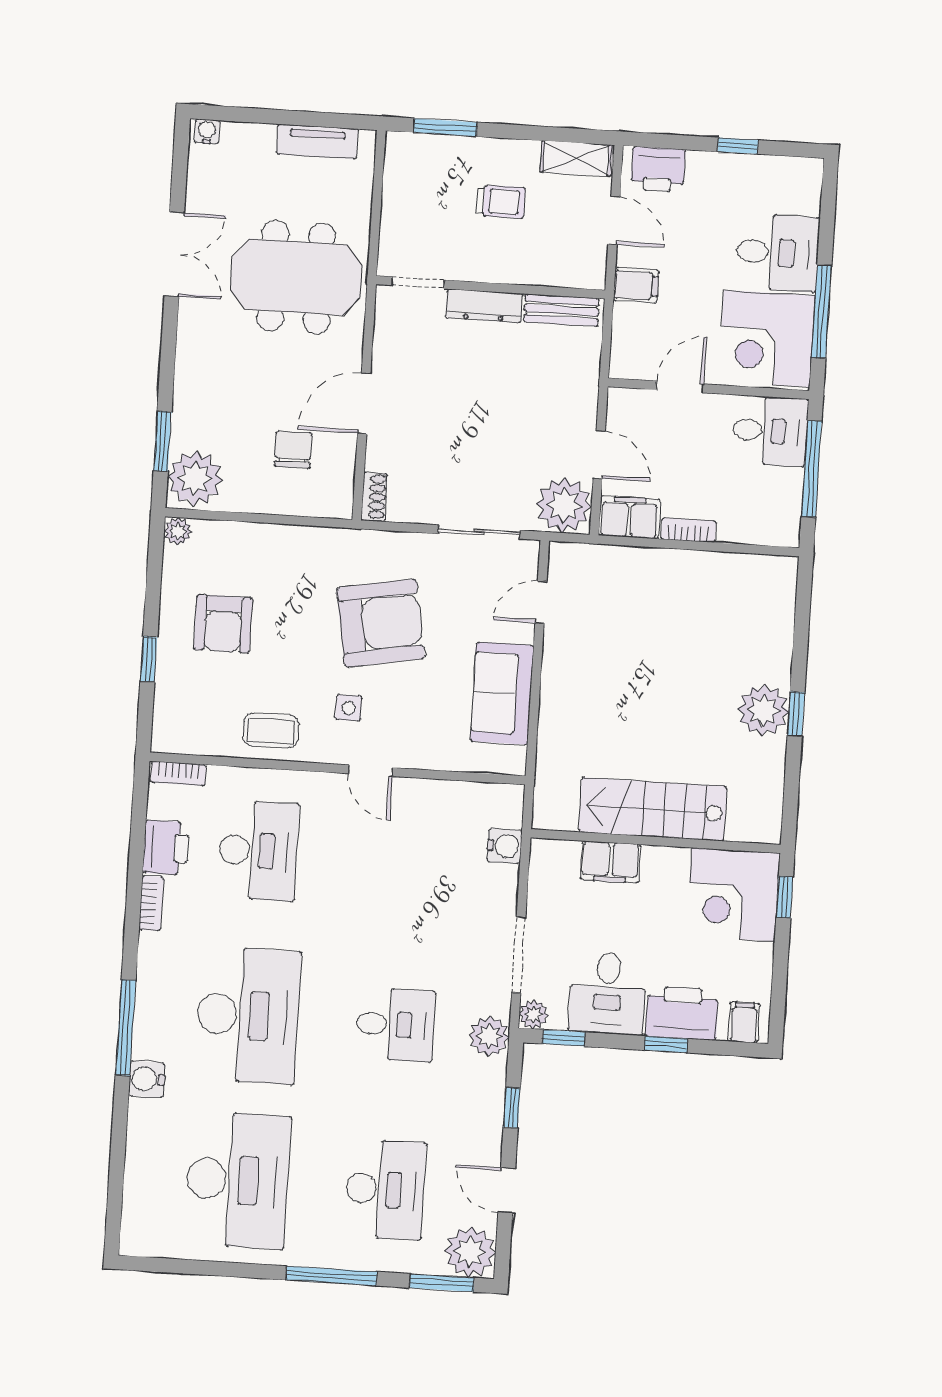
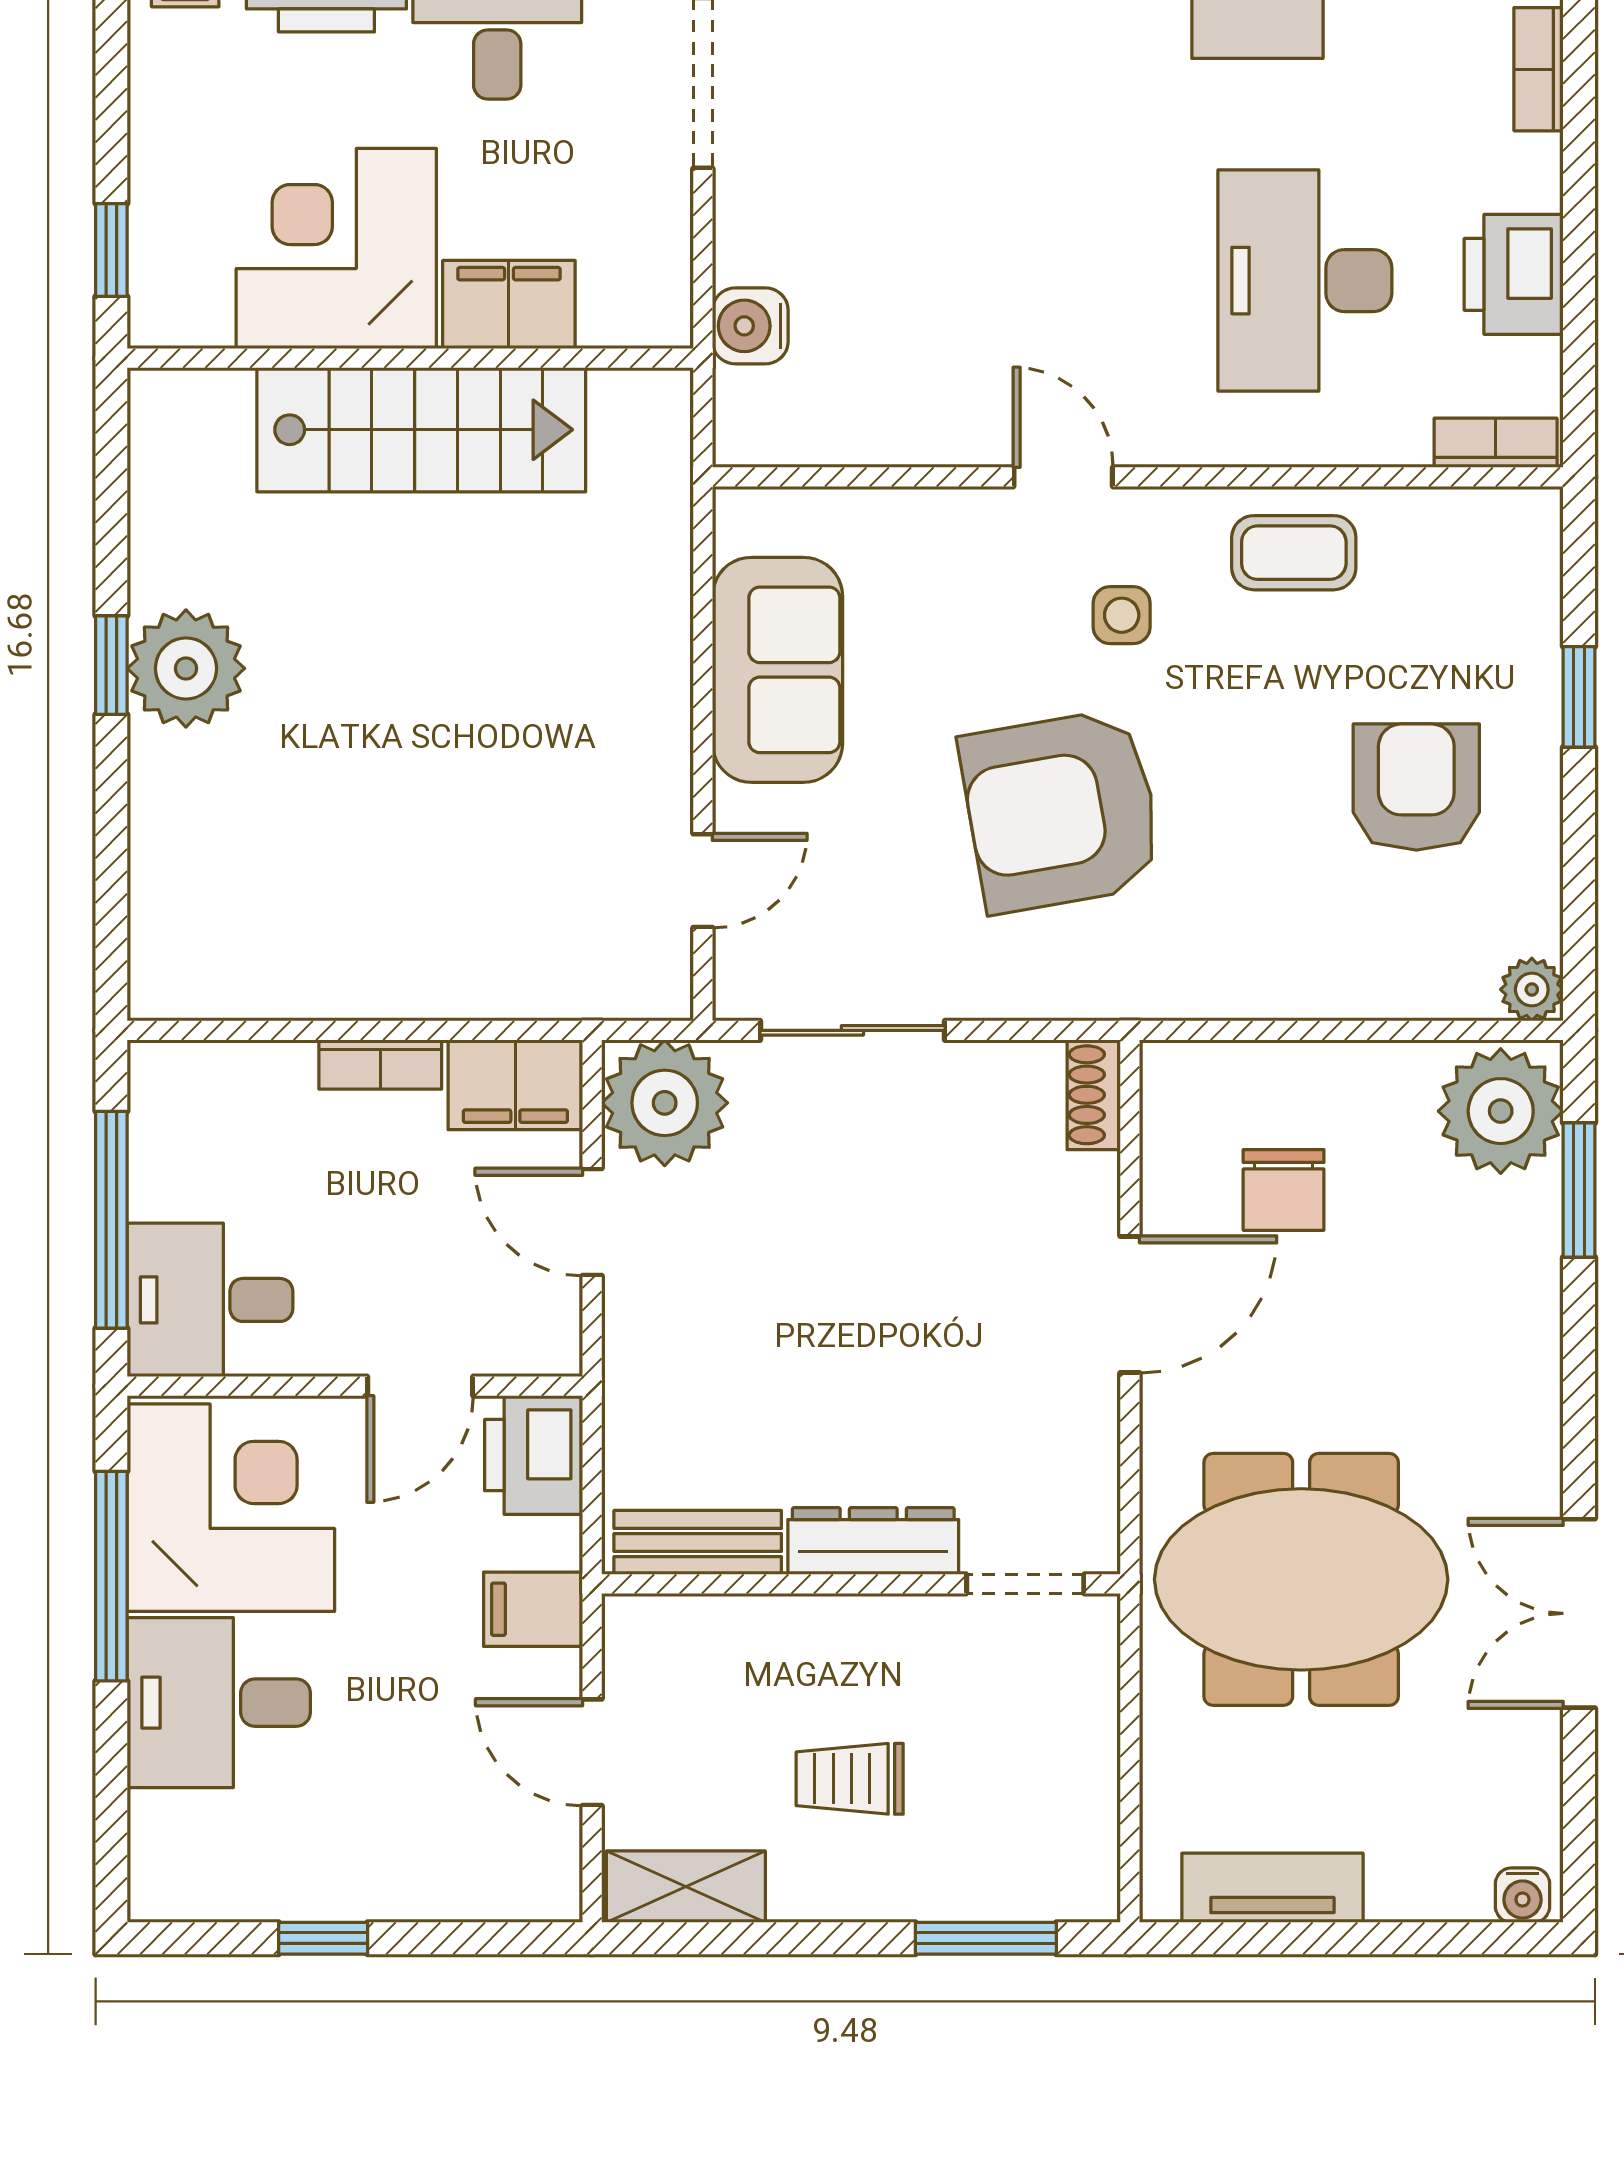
printer: (658, 169) -> (534, 1455), moved, turned -90
corner desk: (733, 895) -> (336, 249), moved, turned -90
bookcase: (151, 903) -> (1539, 69), moved

